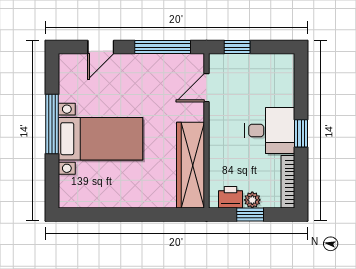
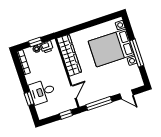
door: (101, 47) -> (126, 94), swing flipped
desk: (270, 130) -> (42, 92), moved
window: (301, 133) -> (29, 99), moved
bed with nightstands: (101, 139) -> (111, 48), width x1.36

